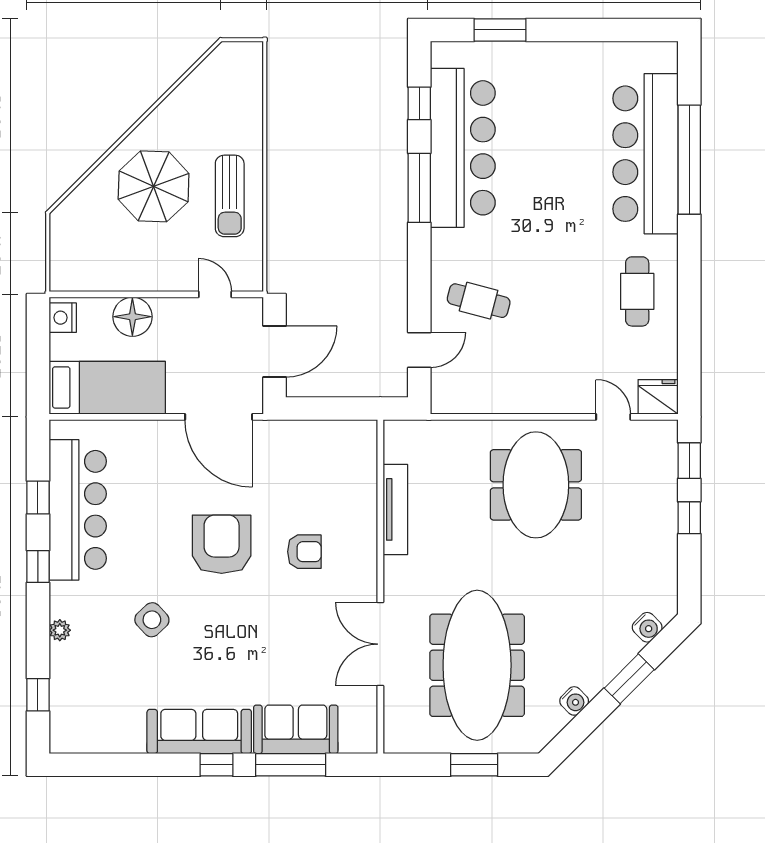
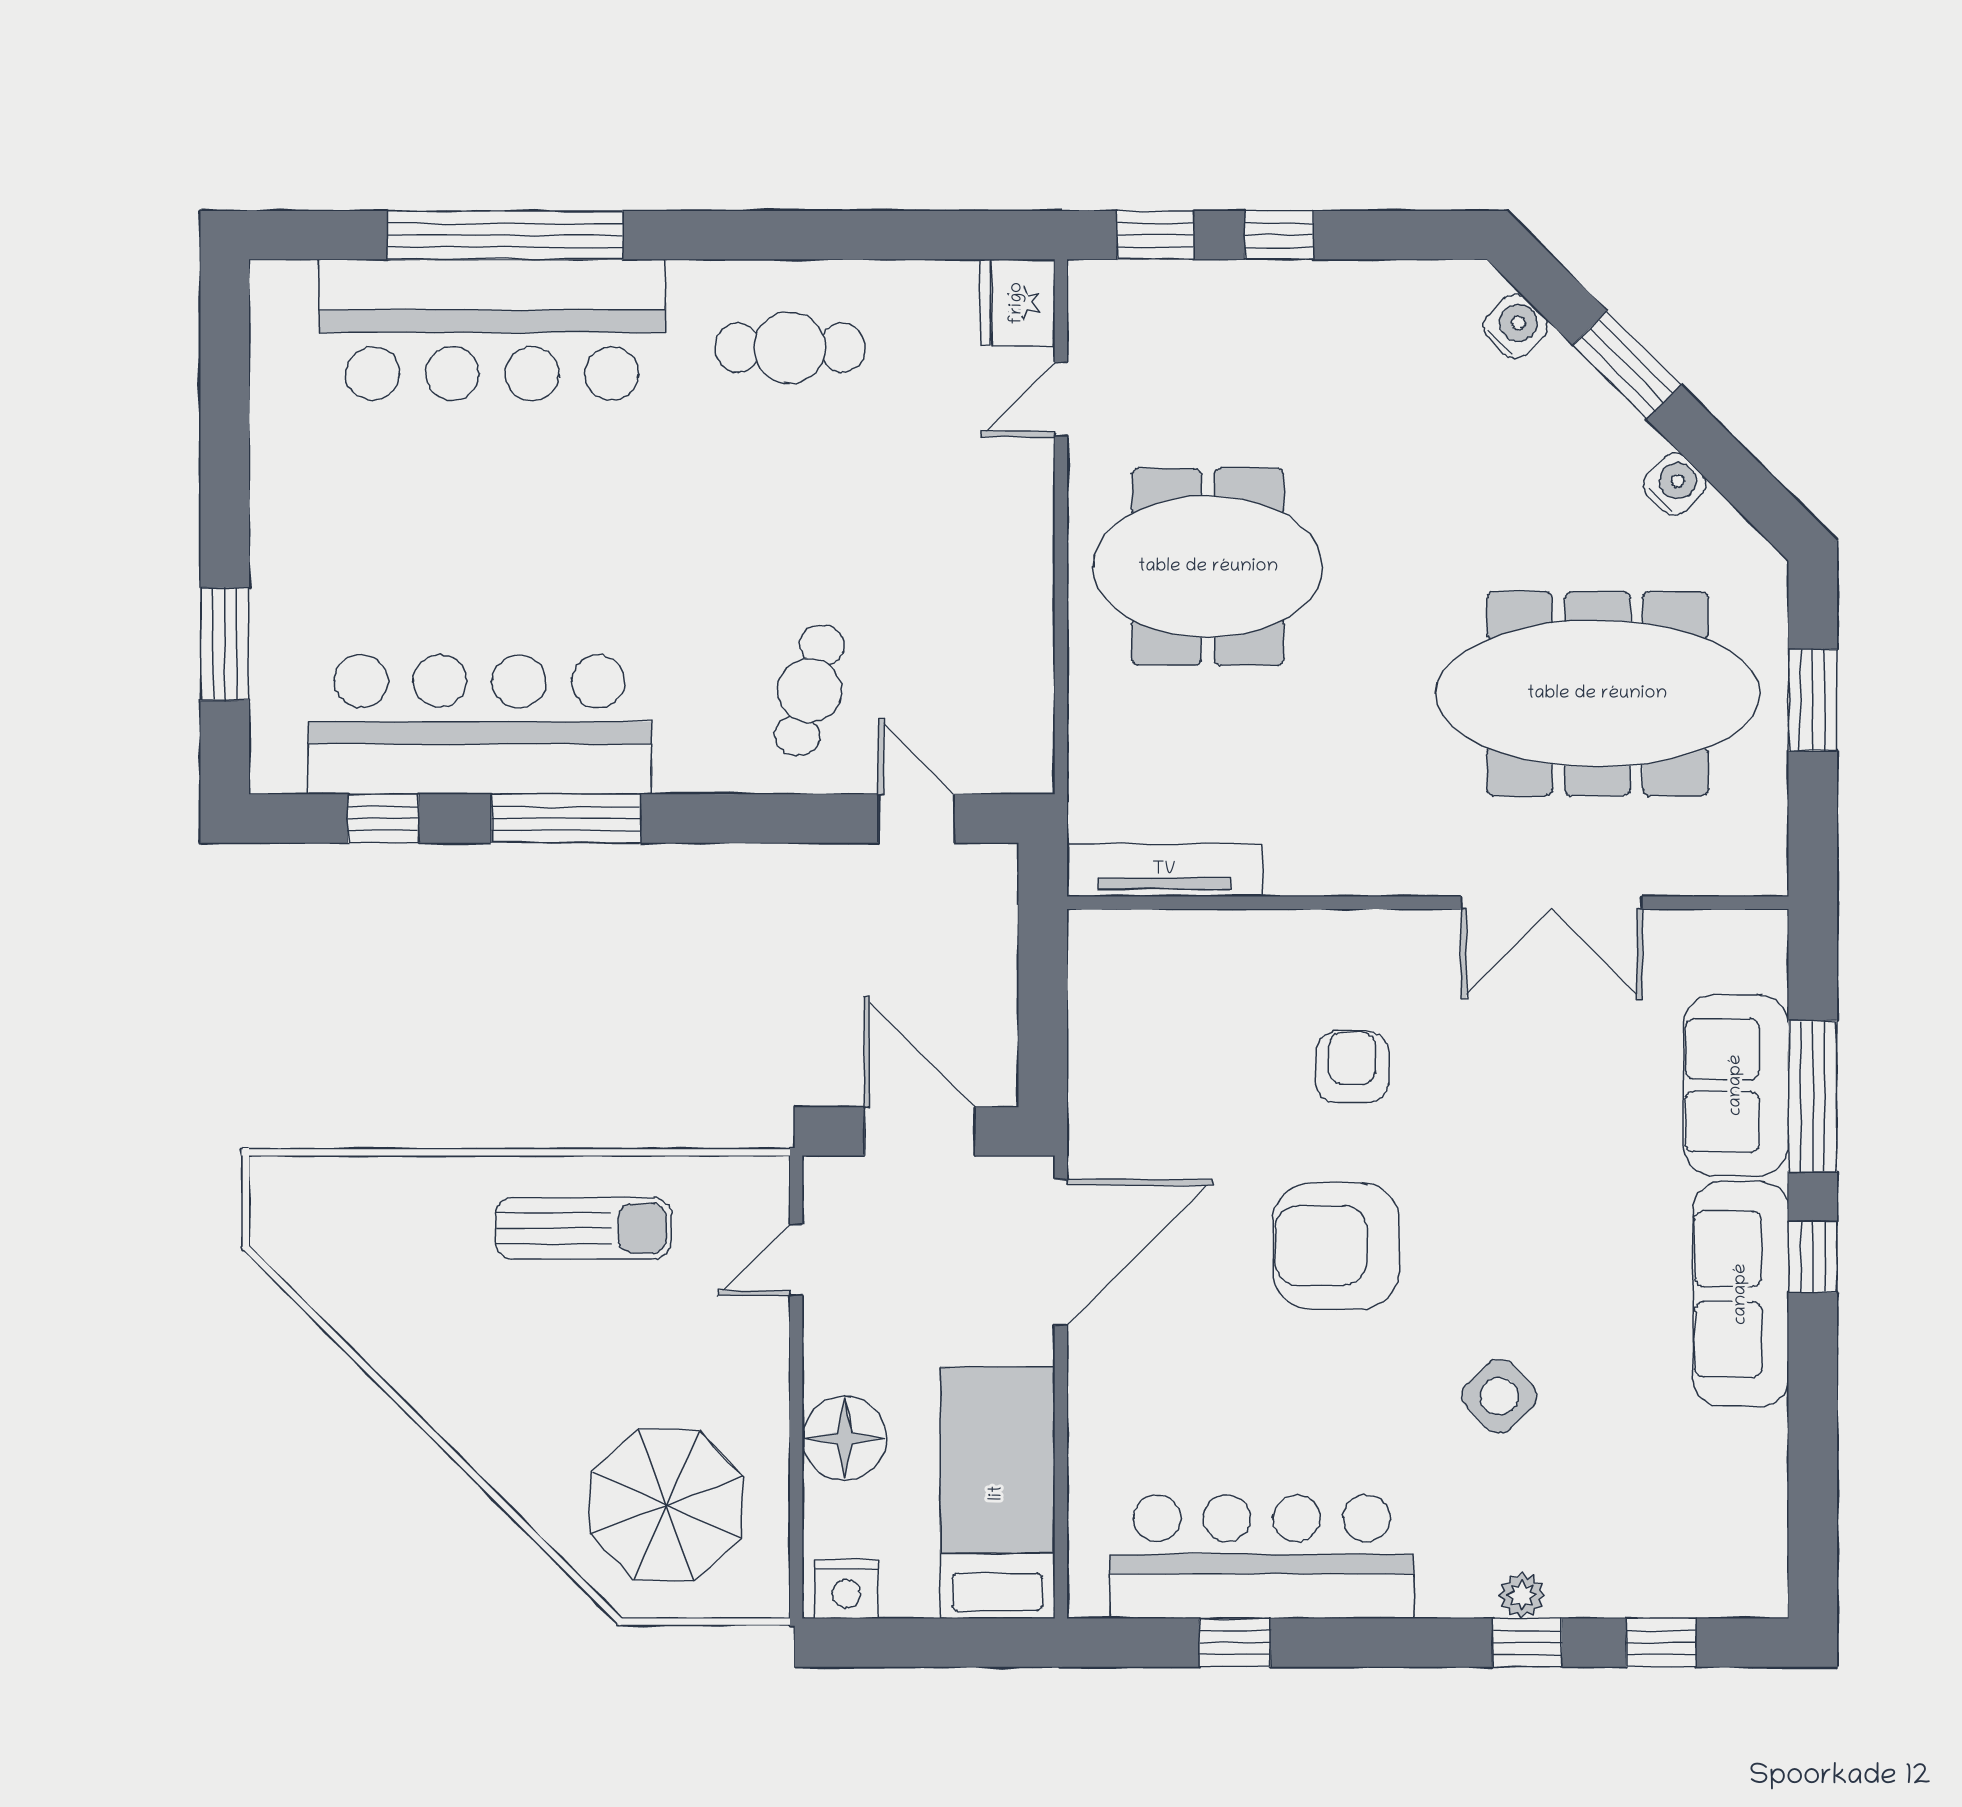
parasol: (154, 186) -> (666, 1505), moved
tv unit: (395, 509) -> (1164, 870), moved
window: (38, 566) -> (1527, 1643), moved

